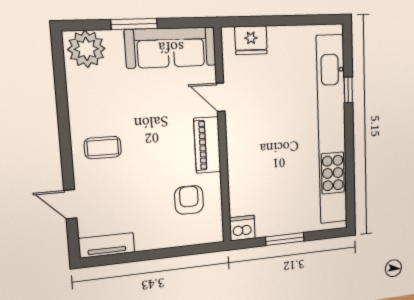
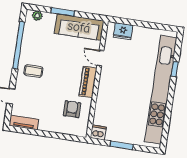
plant: (86, 49) -> (37, 16), width x0.53, depth x0.53
window: (62, 105) -> (19, 45), added

